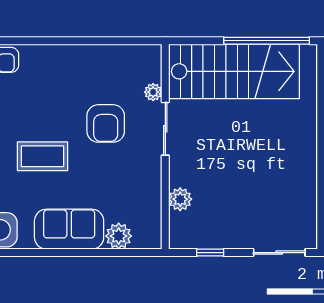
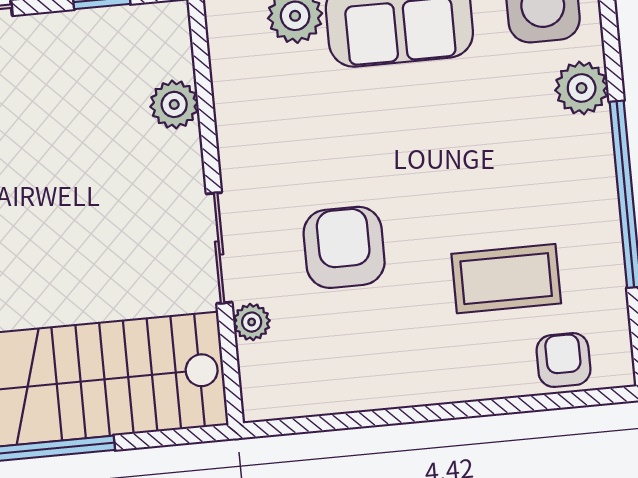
coffee table: (42, 156) -> (506, 279), moved

